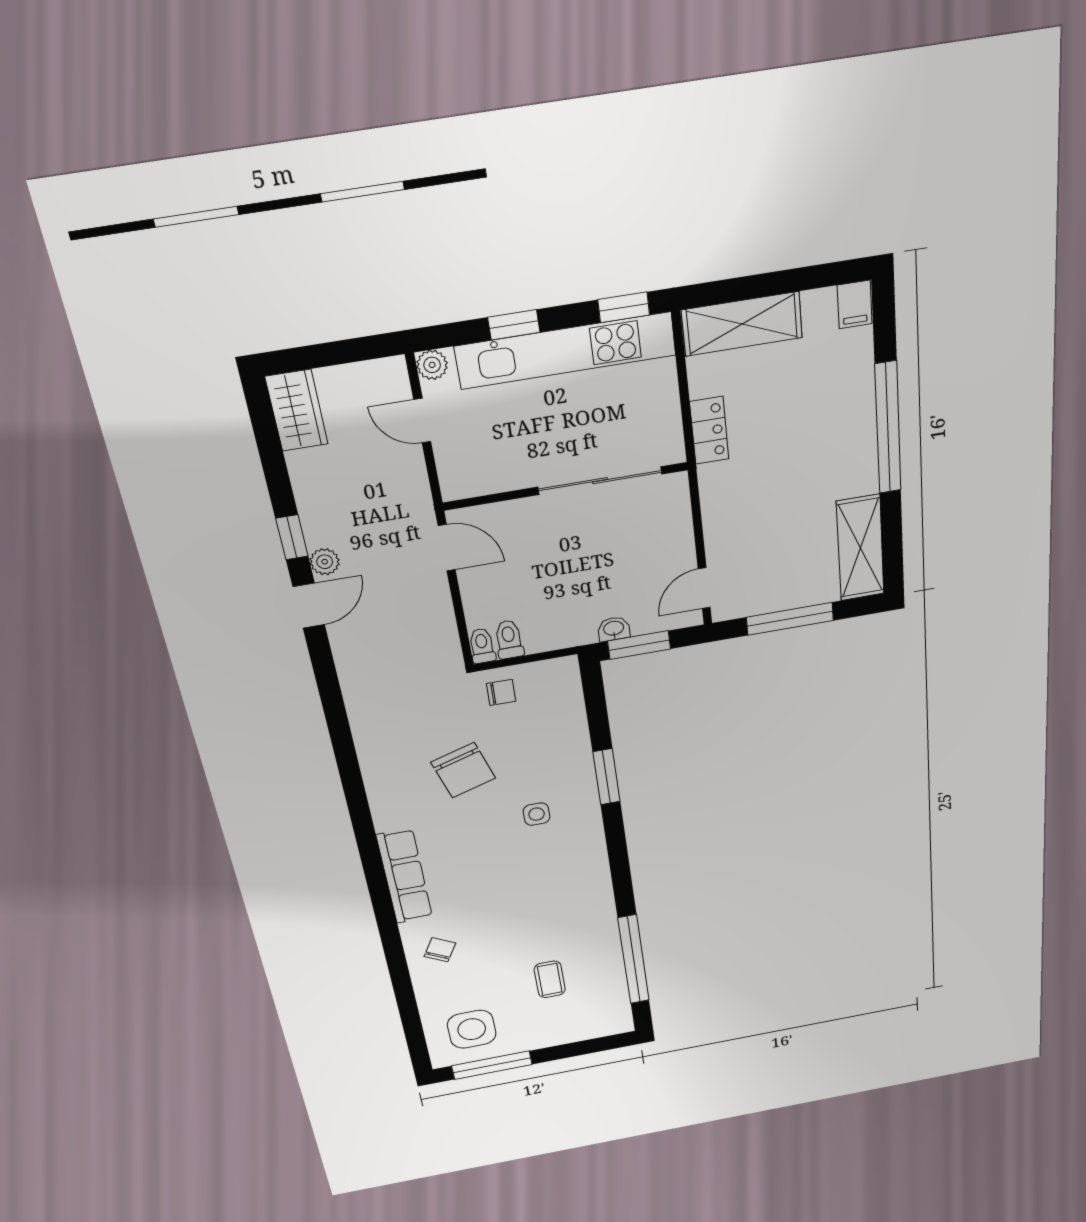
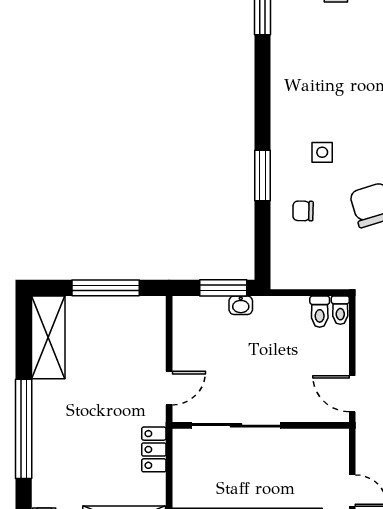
door: (704, 588) -> (169, 388), moved
chair: (501, 692) -> (303, 211), moved

